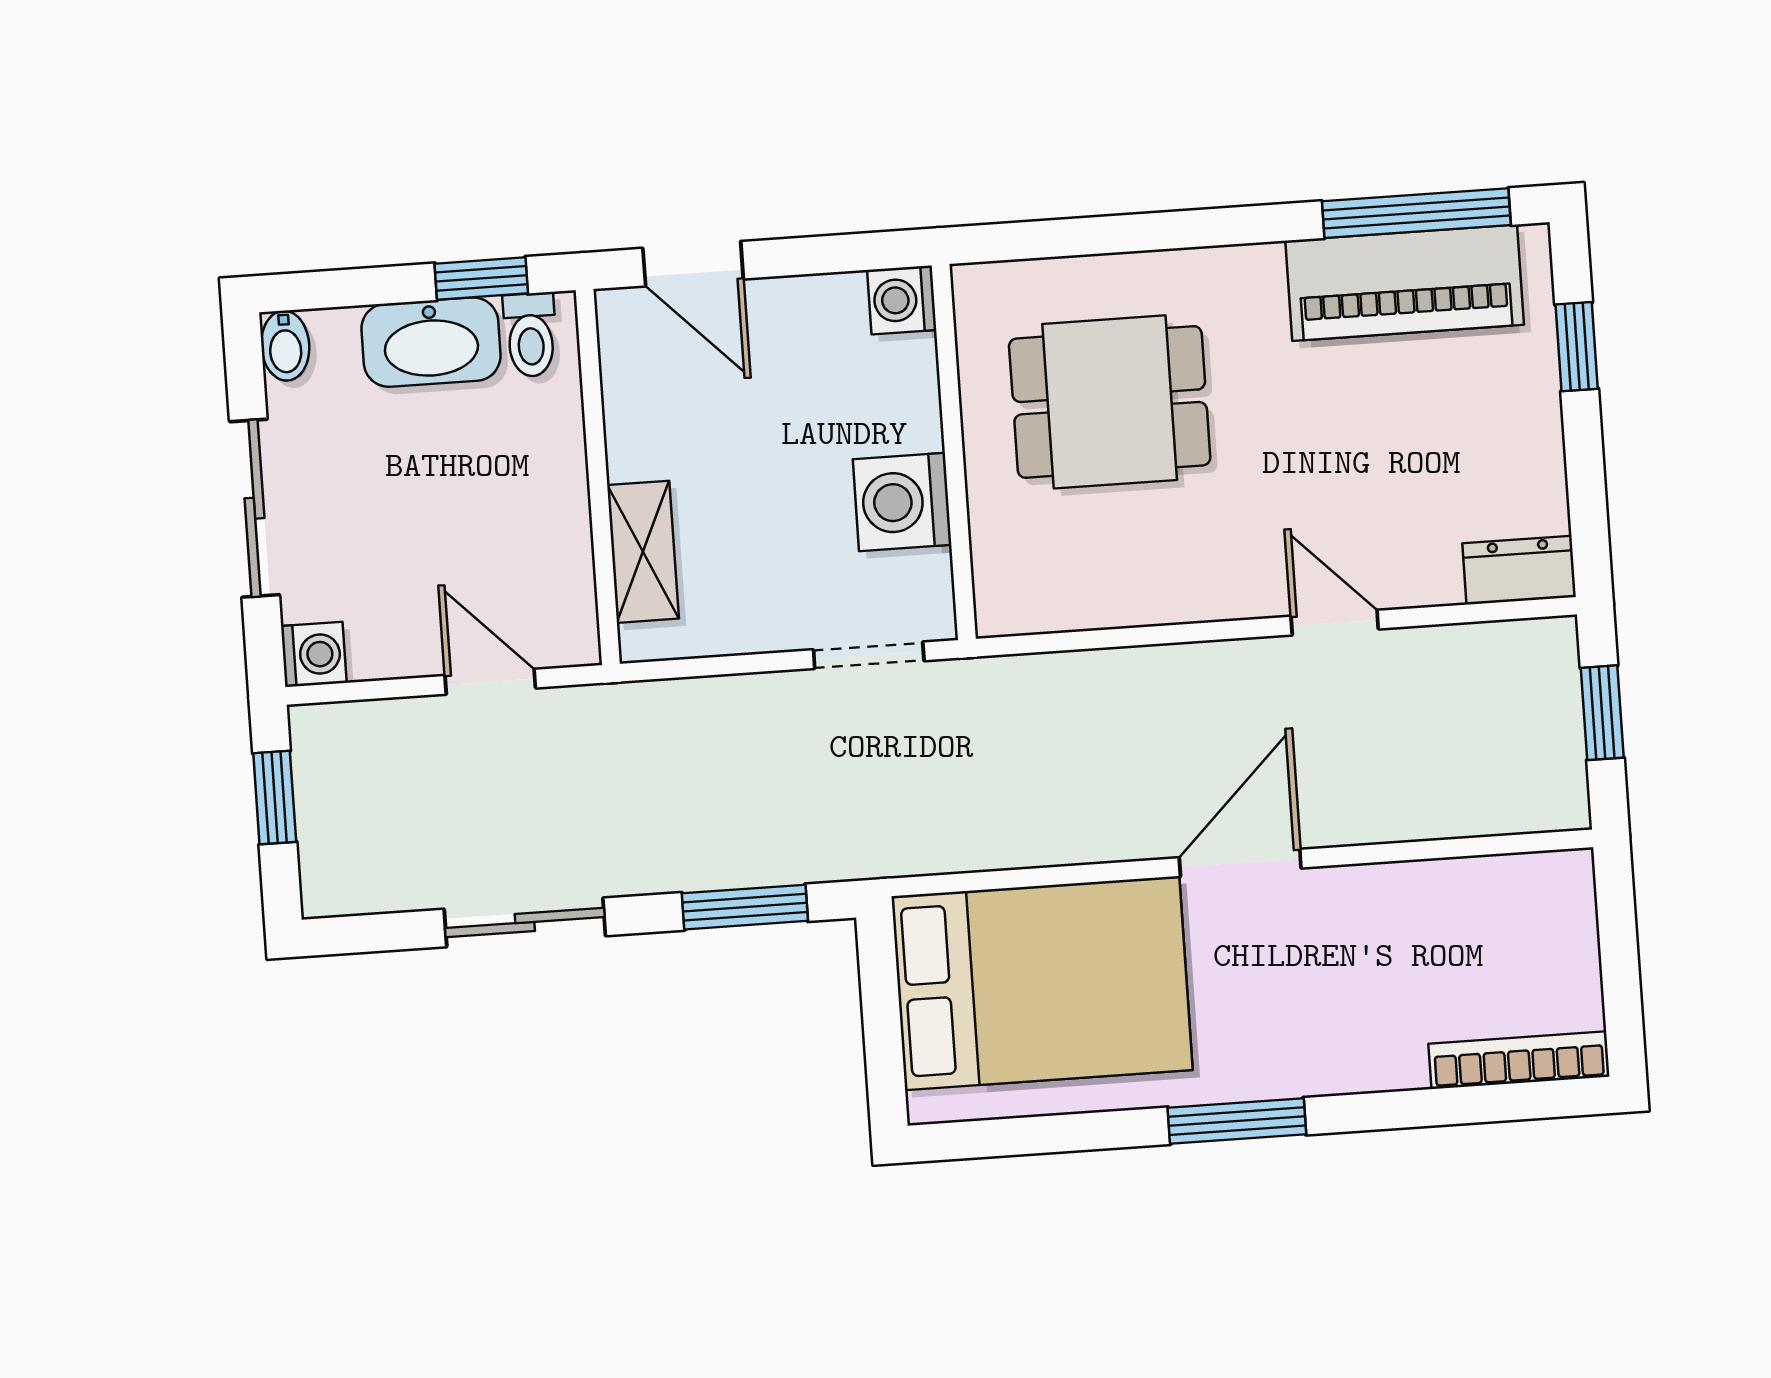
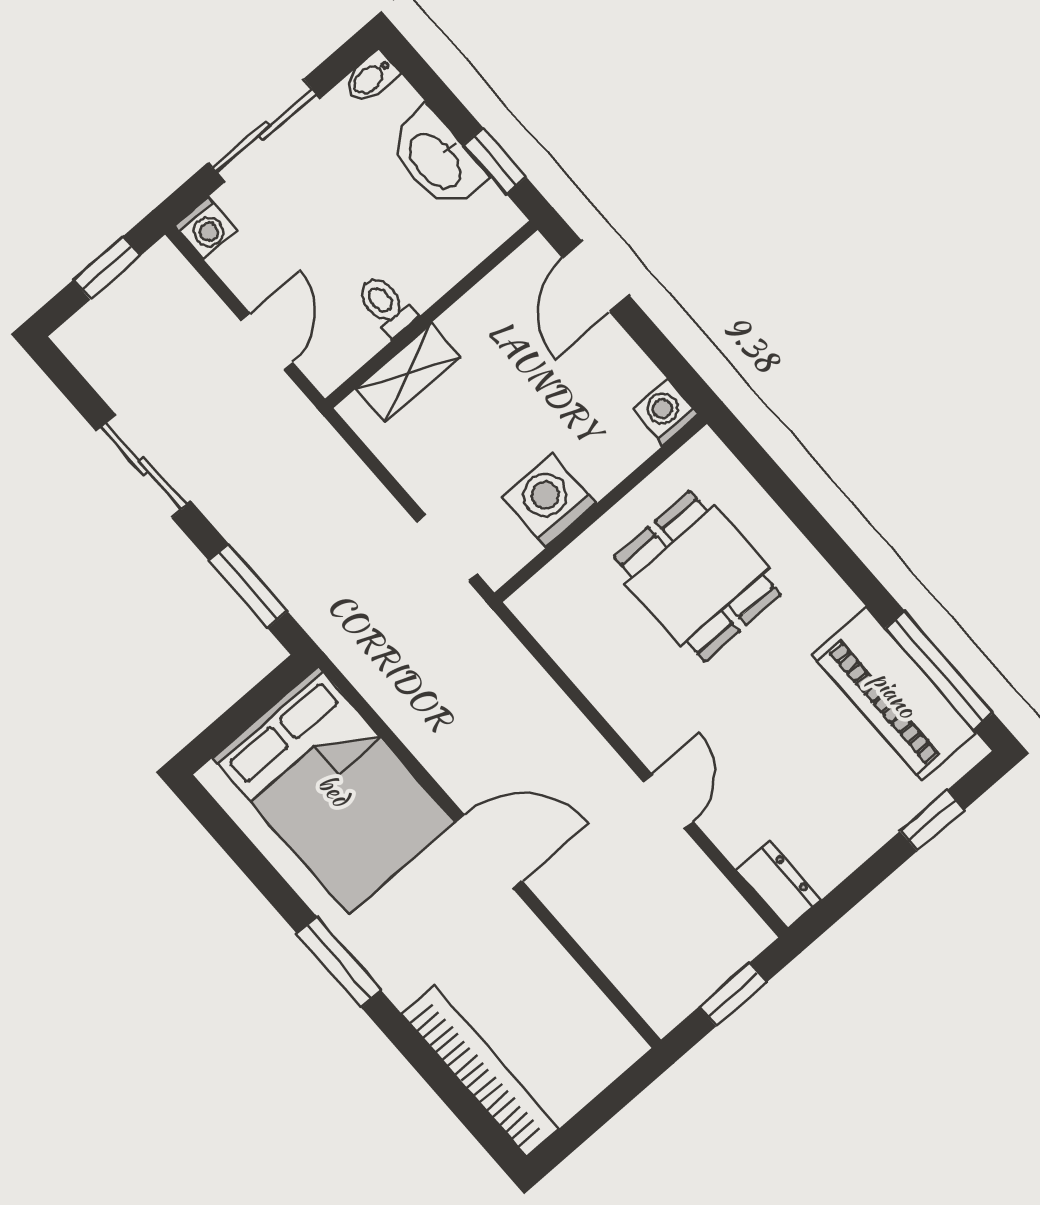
toilet: (530, 335) -> (386, 306), moved, turned 90
bookcase: (1519, 1060) -> (480, 1071), width x1.48, depth x1.31

